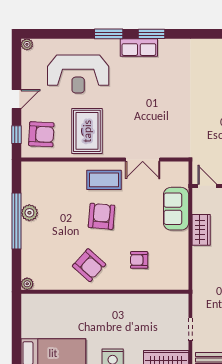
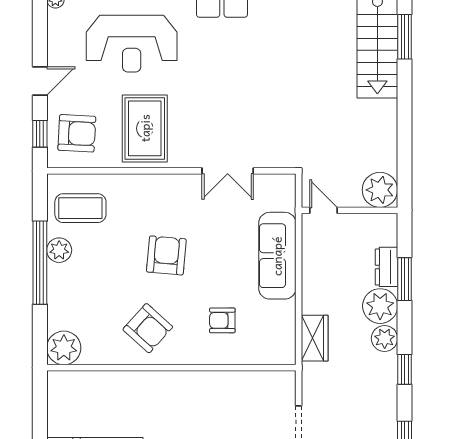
coffee table: (104, 180) -> (80, 208), moved
sofa: (176, 209) -> (277, 256), width x1.36
wardrobe: (201, 230) -> (315, 338), moved
plant: (27, 284) -> (64, 348), width x1.87, depth x1.87

